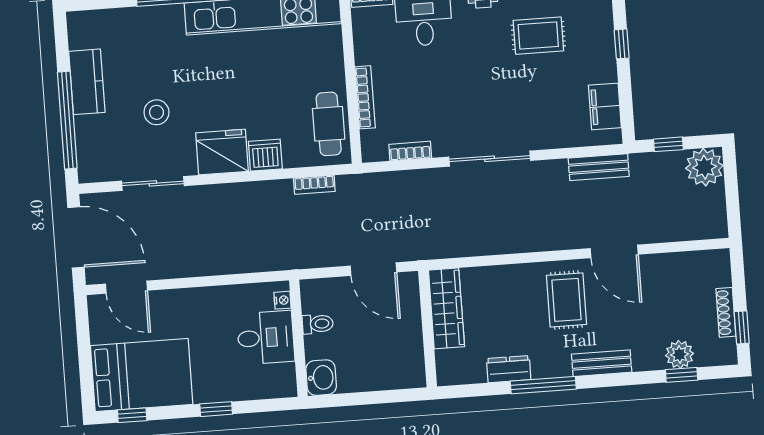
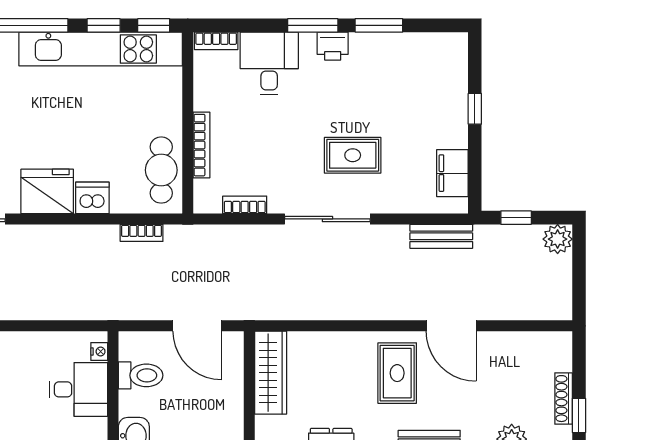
rug: (538, 36) -> (353, 155), moved
plant: (704, 167) -> (558, 239), width x0.73, depth x0.73
toilet: (318, 324) -> (141, 375), width x1.37, depth x1.39

